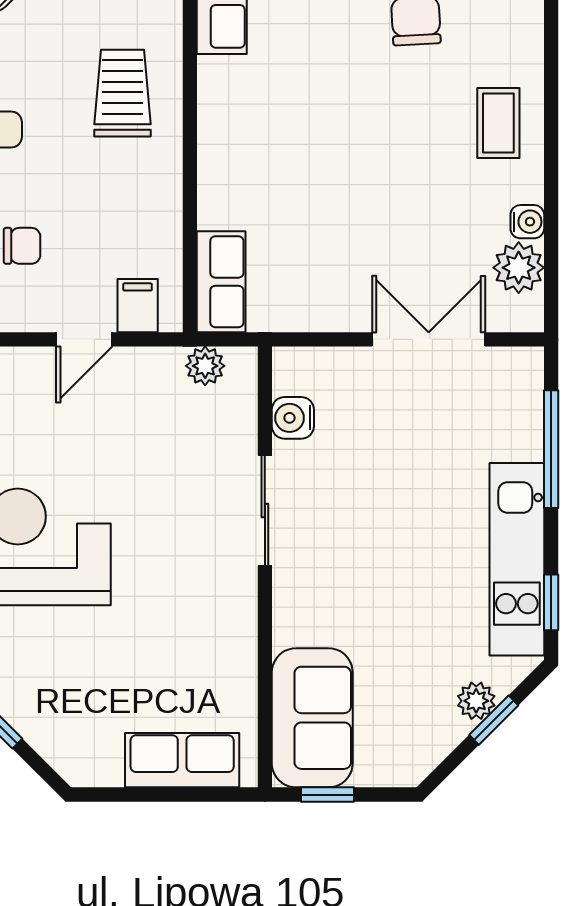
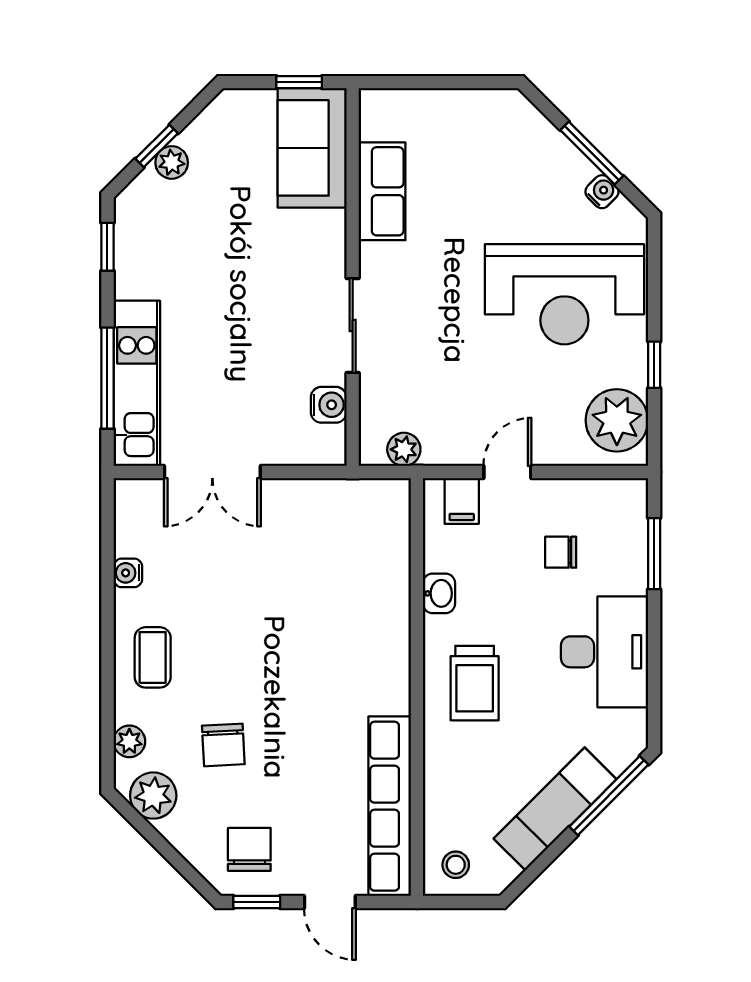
washbasin: (164, 198) -> (439, 593), added
plant: (519, 268) -> (129, 741), moved, width x0.73, depth x0.73
row of seats: (221, 282) -> (390, 521), removed
kitchen unit: (517, 559) -> (137, 383), moved
row of seats: (182, 760) -> (382, 191), moved, turned -90

